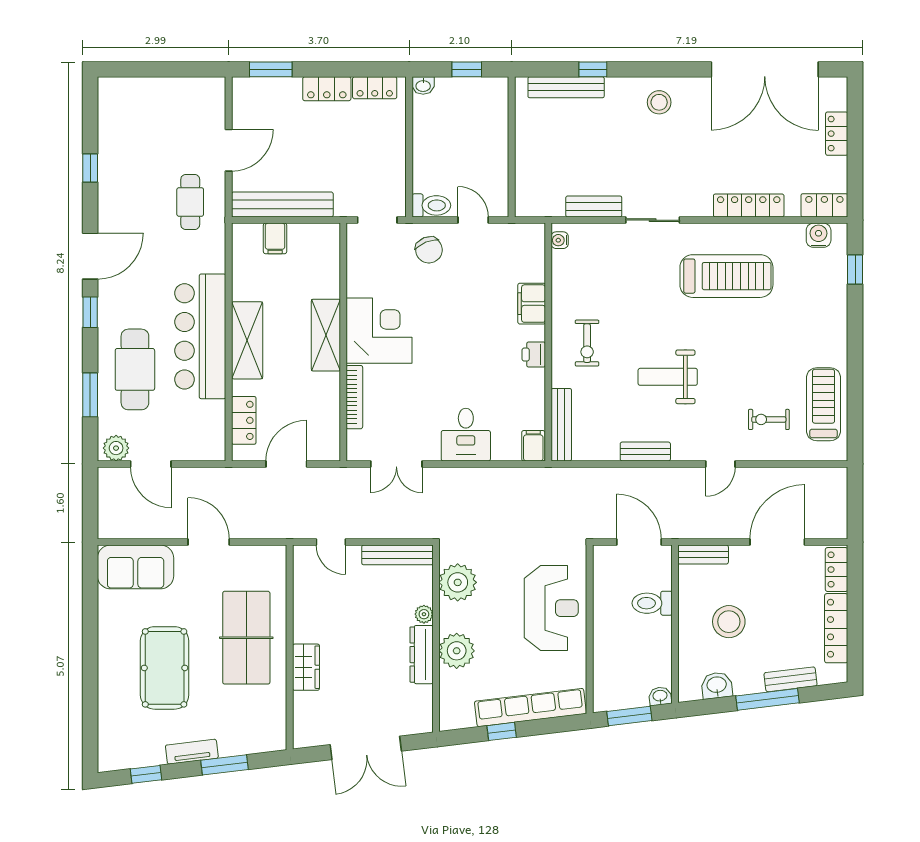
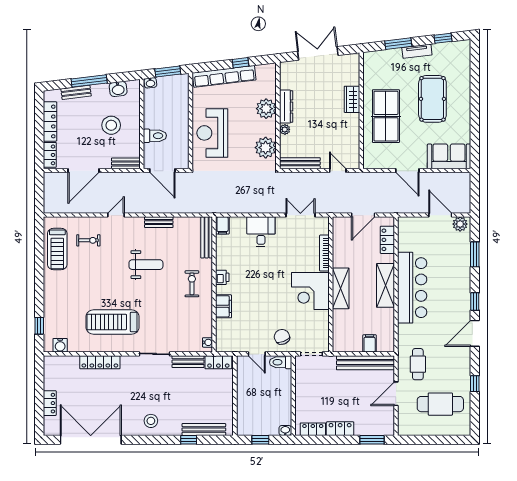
locker: (824, 205) -> (218, 362), moved
cafe table: (135, 369) -> (440, 404), moved, turned 90

